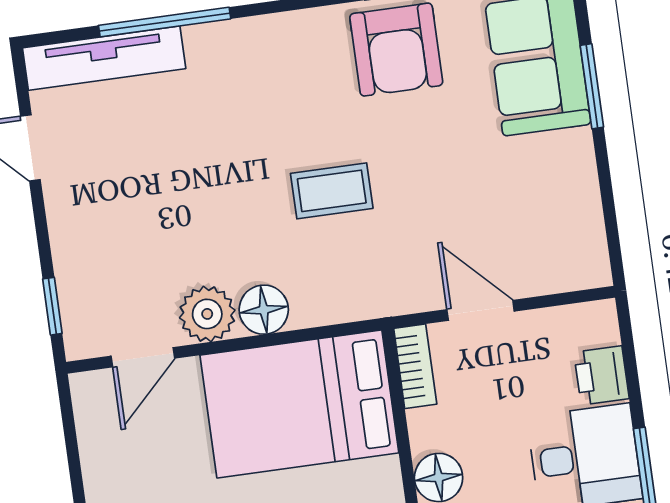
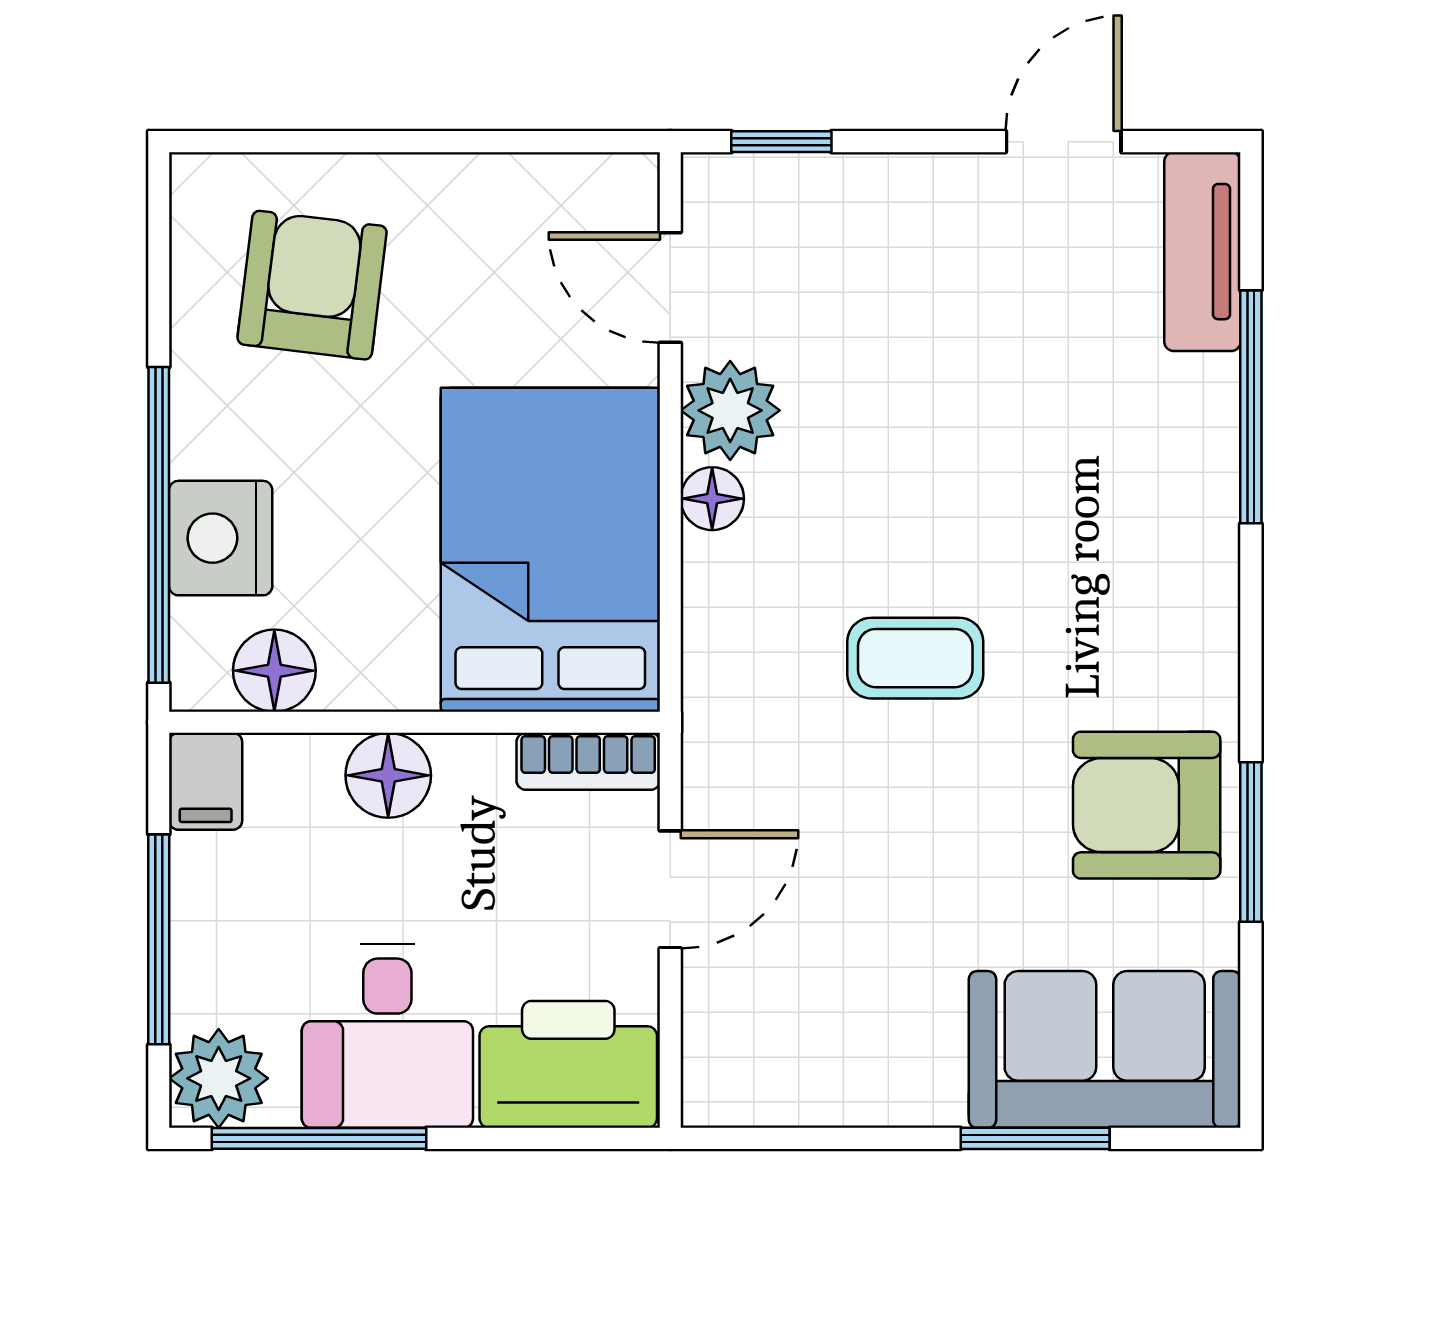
tv unit: (104, 58) -> (1202, 252), width x0.71
coffee table: (332, 191) -> (915, 658), turned 90
floor lamp: (264, 310) -> (712, 499), width x0.73, depth x0.73
printer: (601, 375) -> (568, 1064), width x1.87, depth x1.48

